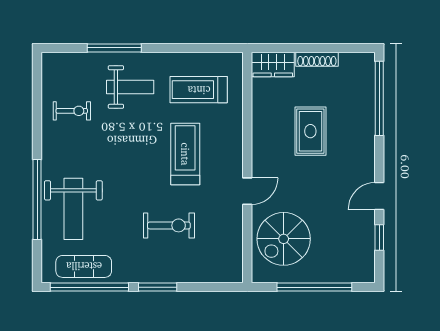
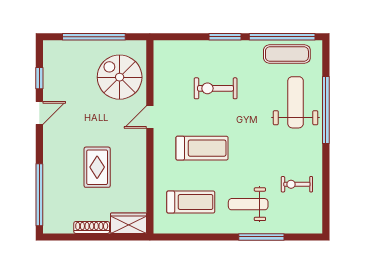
treadmill: (185, 154) -> (202, 148), turned -90
spiral stairs: (284, 239) -> (120, 77), turned -90

